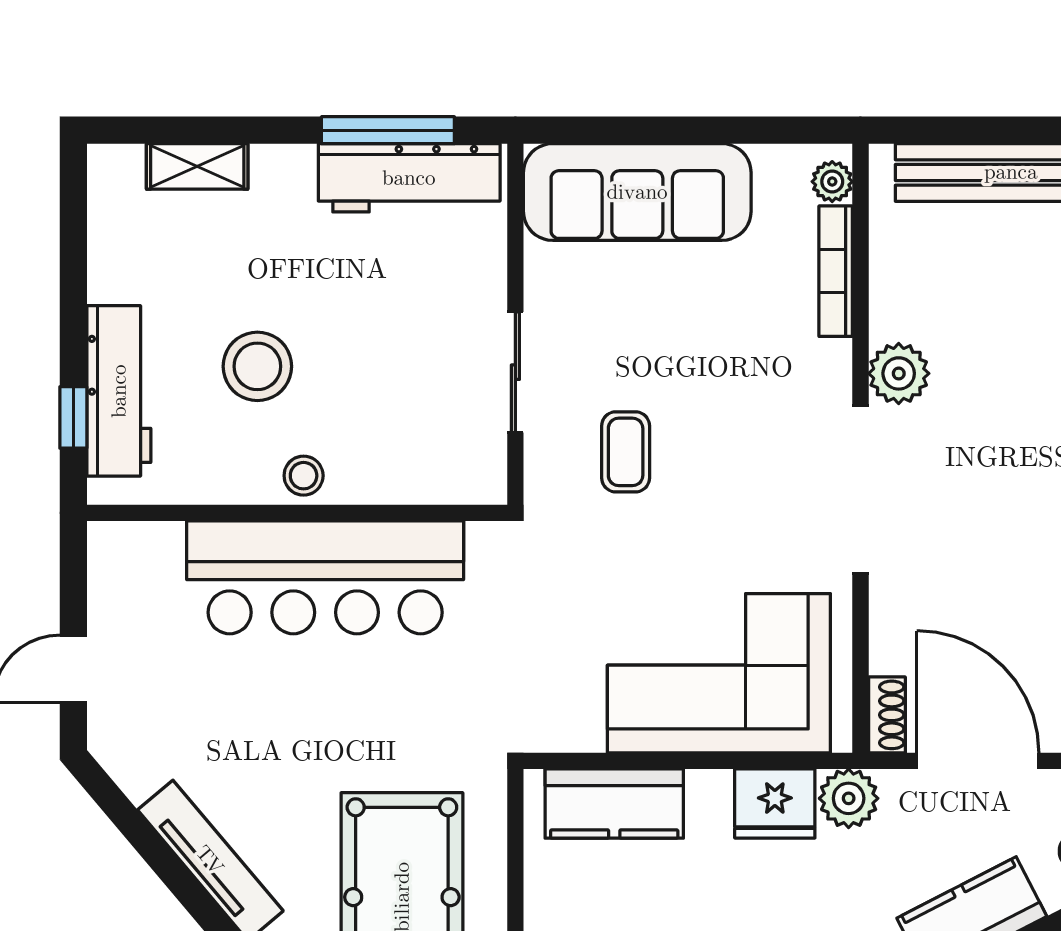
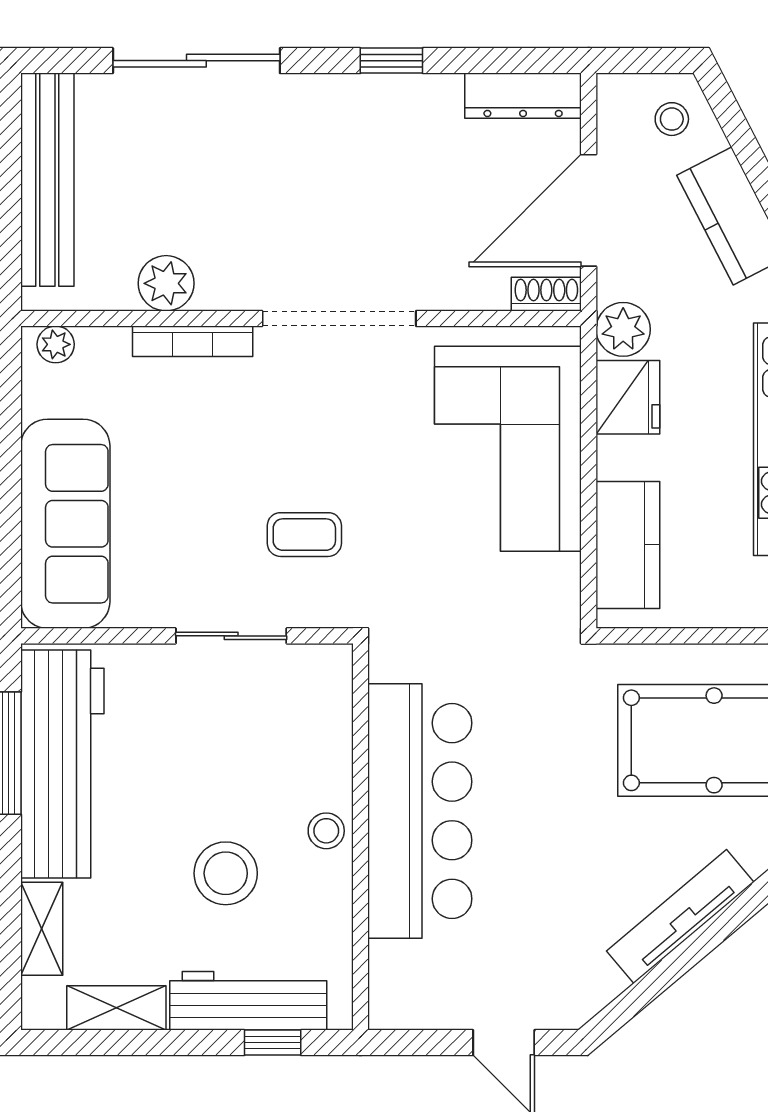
workbench: (409, 178) -> (62, 764), width x1.36, depth x1.32
shelving: (111, 248) -> (116, 1008), added
bookcase: (836, 271) -> (193, 341), moved
plant: (899, 373) -> (166, 283), moved

